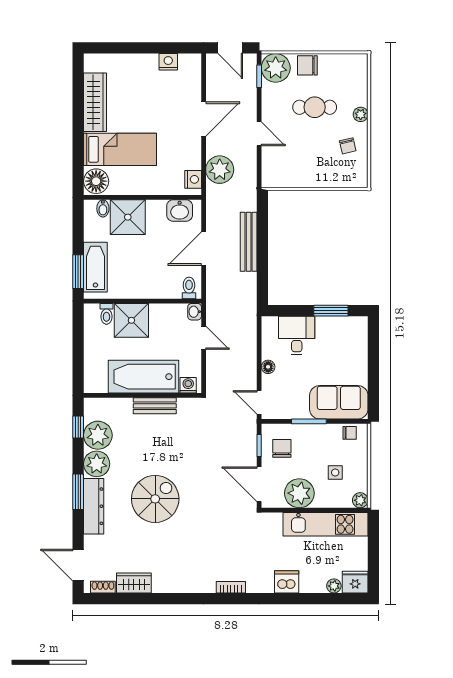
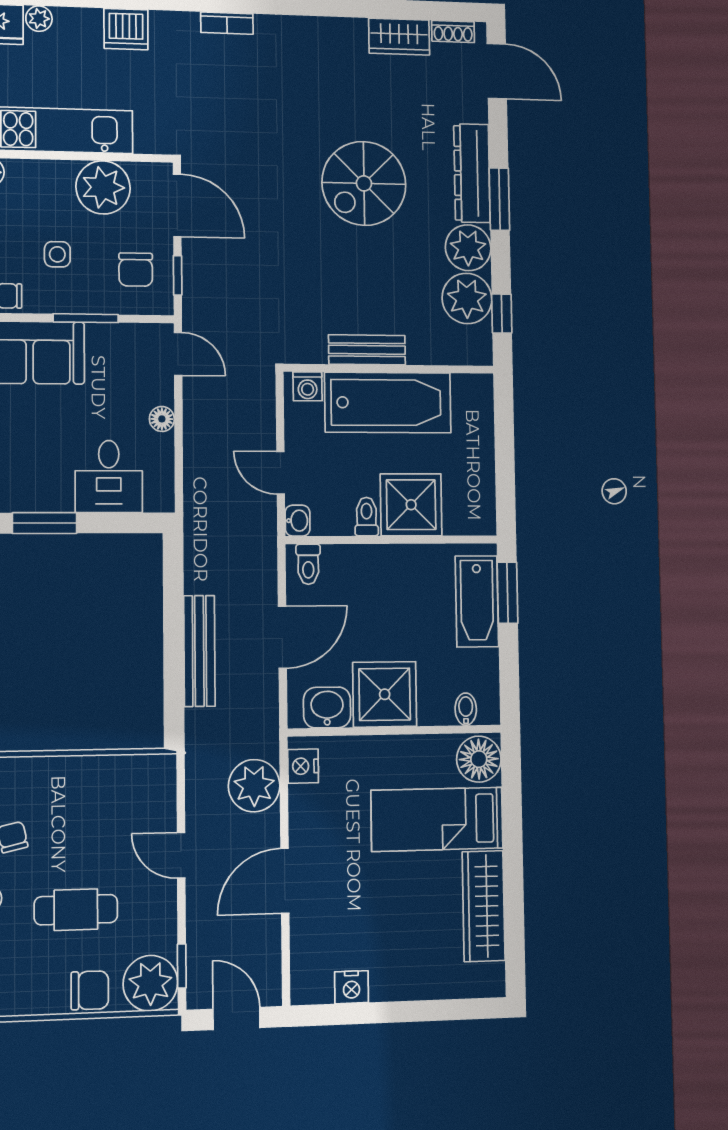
shower: (128, 217) -> (385, 694), moved
toilet: (106, 314) -> (367, 517), moved
side table: (335, 473) -> (57, 254), moved

